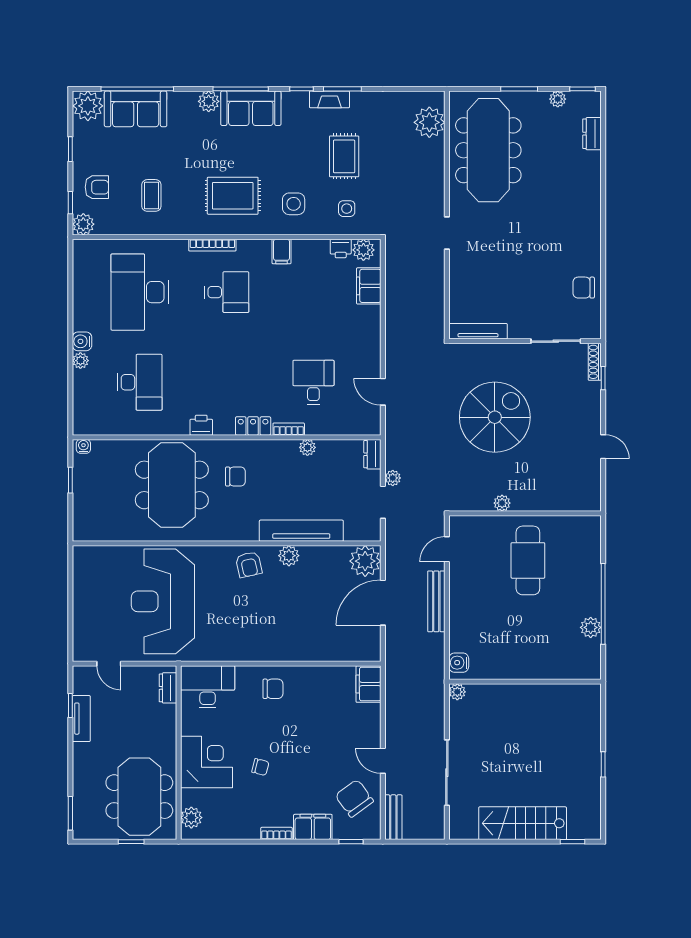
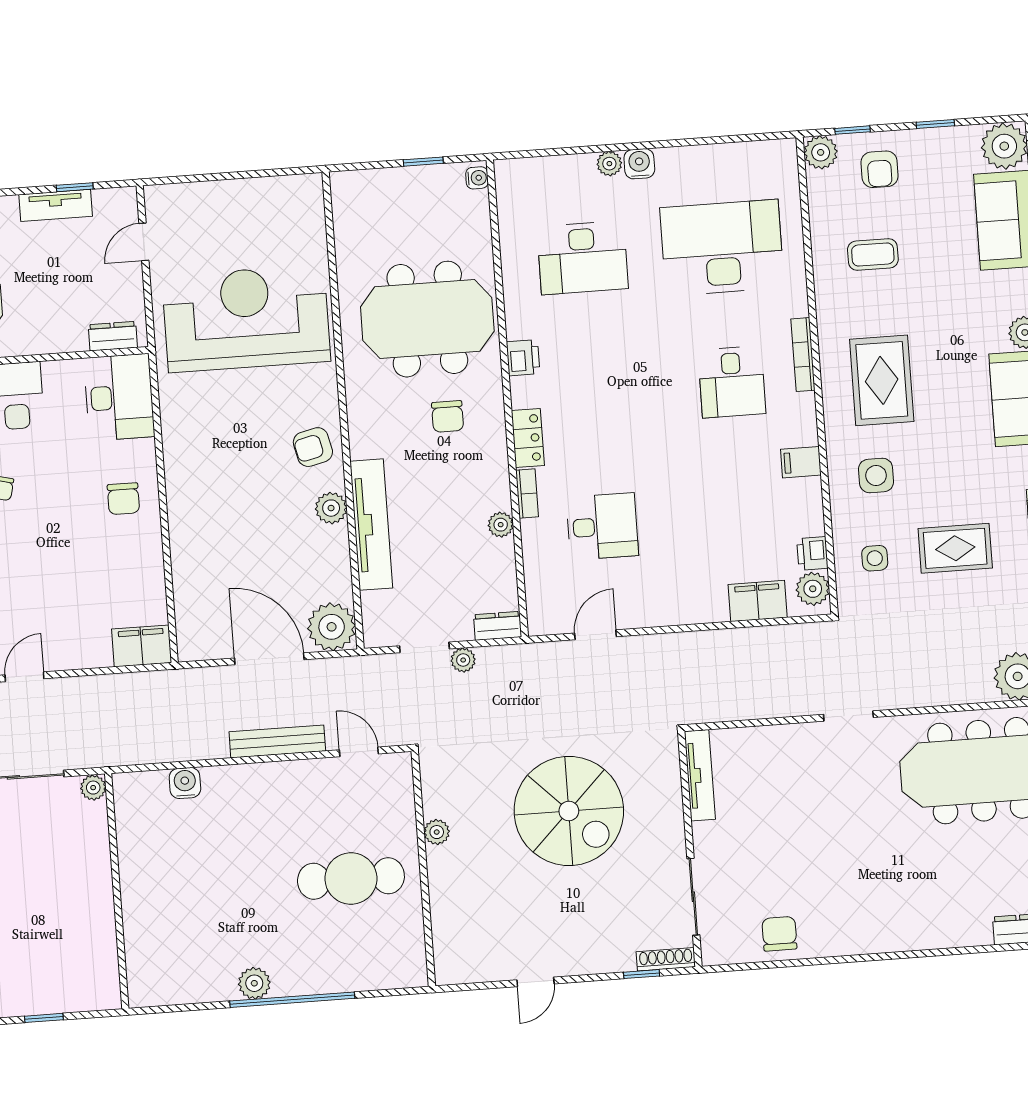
wall: (525, 682) -> (117, 891), moved
plant: (457, 692) -> (93, 788), moved

